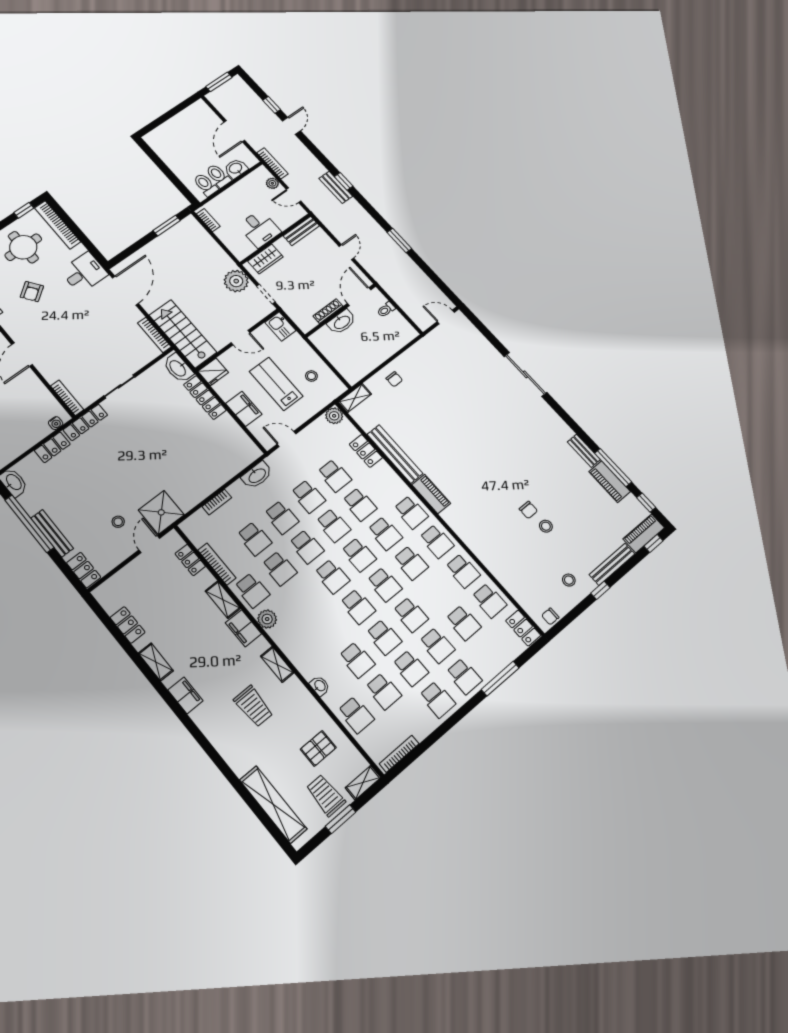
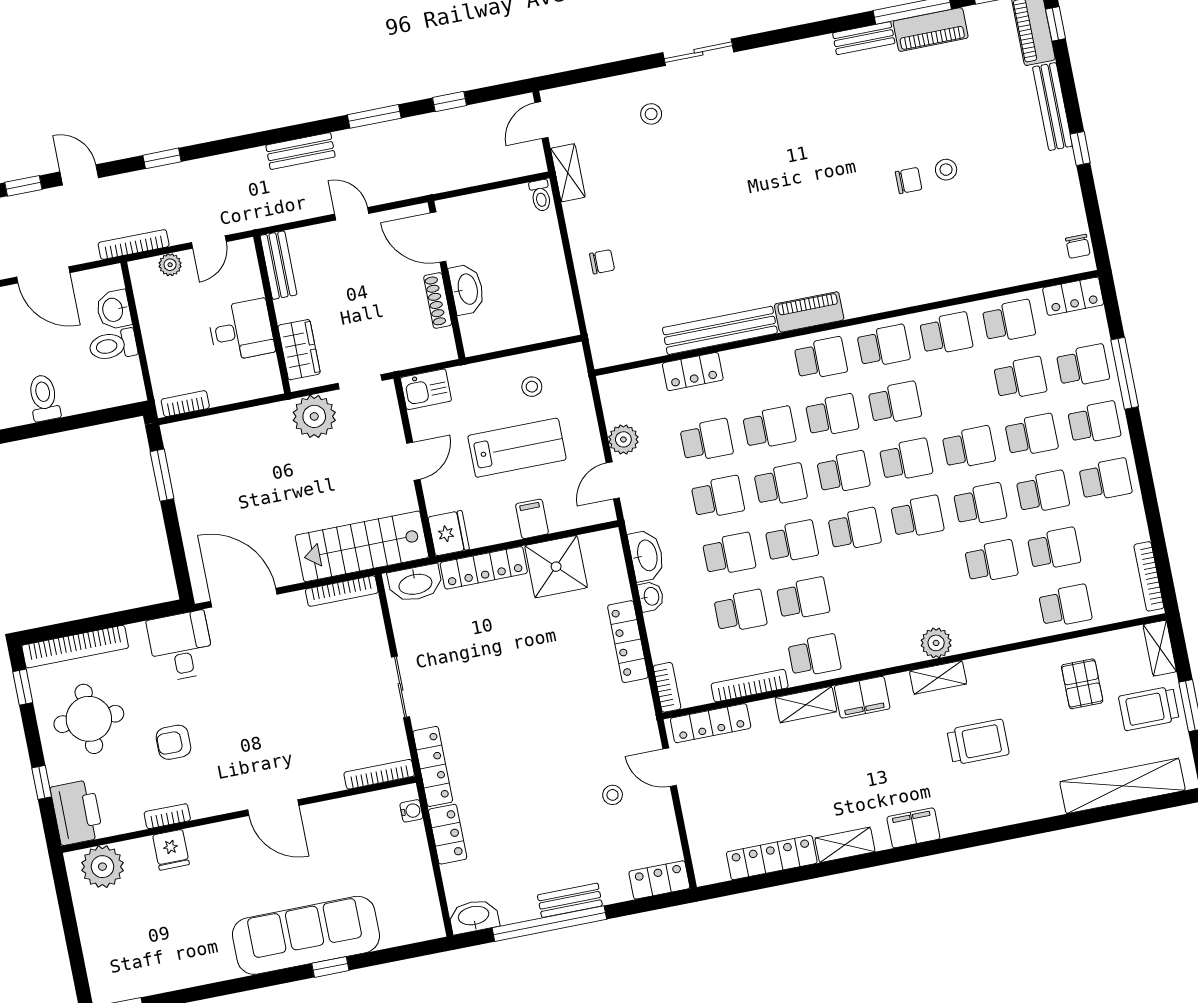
window: (344, 181) -> (162, 158), moved
toilet: (206, 185) -> (44, 398), moved, turned 90
bench: (336, 187) -> (301, 151), moved
window: (428, 271) -> (449, 101), added
armchair: (32, 292) -> (173, 742), turned 126
toilet: (386, 310) -> (541, 196), moved
sliding door: (525, 374) -> (698, 52), width x0.73
lab bench: (276, 384) -> (517, 448), turned 180
shelving: (355, 398) -> (568, 173), moved
filing cabinet: (244, 409) -> (532, 519), width x0.50
plant: (334, 416) -> (623, 439), moved
locker: (206, 489) -> (628, 642), added
bookcase: (217, 502) -> (667, 687), moved
shower: (161, 512) -> (556, 567), moved
bench: (52, 533) -> (570, 900), width x0.73
locker: (190, 560) -> (711, 723), width x1.53
stool: (569, 580) -> (651, 114), moved
plant: (267, 619) -> (936, 643), moved
locker: (128, 625) -> (772, 858), width x1.53
school desk: (490, 653) -> (1083, 366), added
washbasin: (320, 686) -> (651, 596), moved, turned 90

